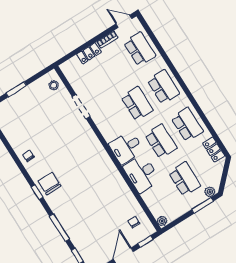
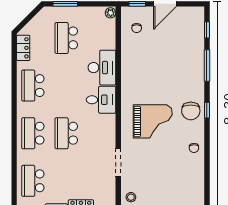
school desk: (161, 141) -> (66, 86), removed
grand piano: (74, 156) -> (153, 121), added
plant: (210, 192) -> (51, 12), removed

